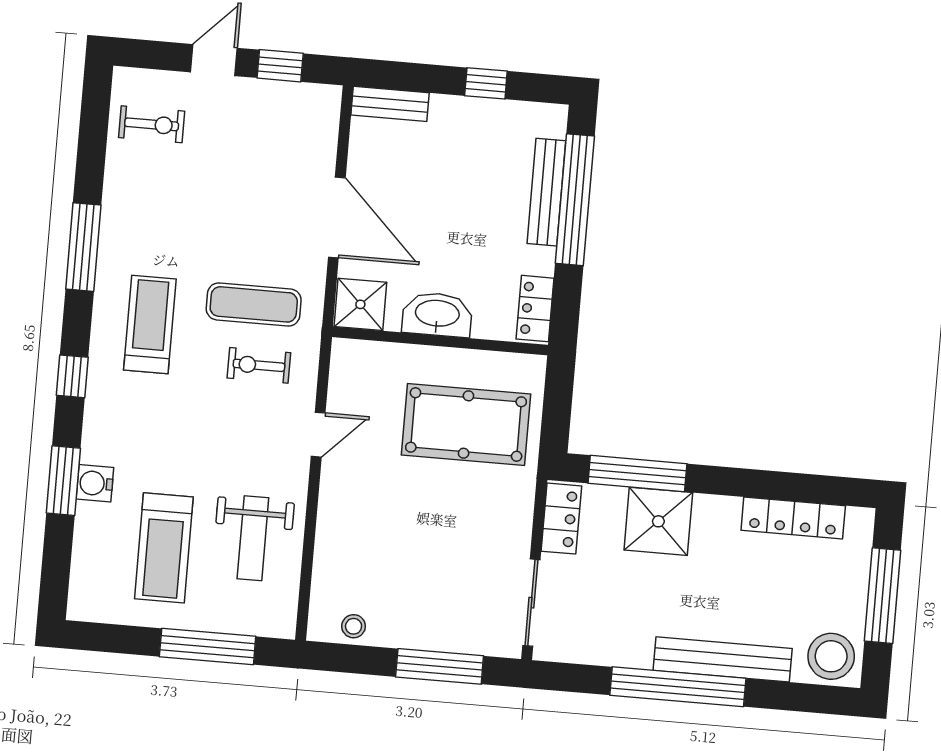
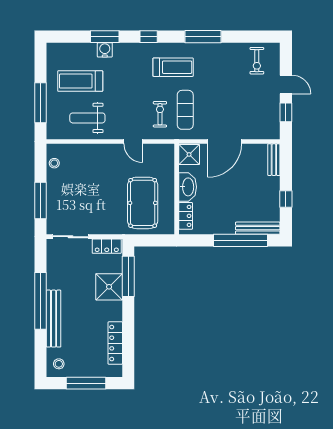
bench: (546, 192) -> (258, 228), moved
locker: (535, 309) -> (186, 216), moved, turned 90
stool: (831, 656) -> (59, 364), width x0.53, depth x0.53

